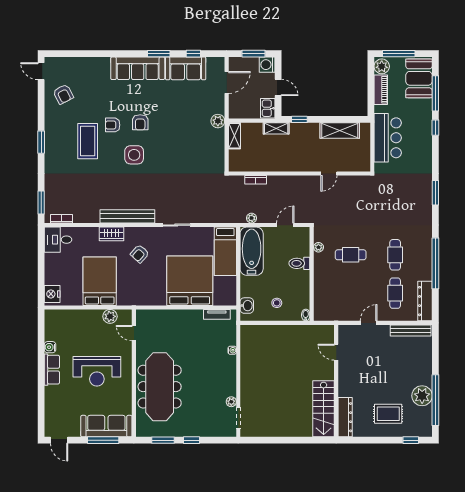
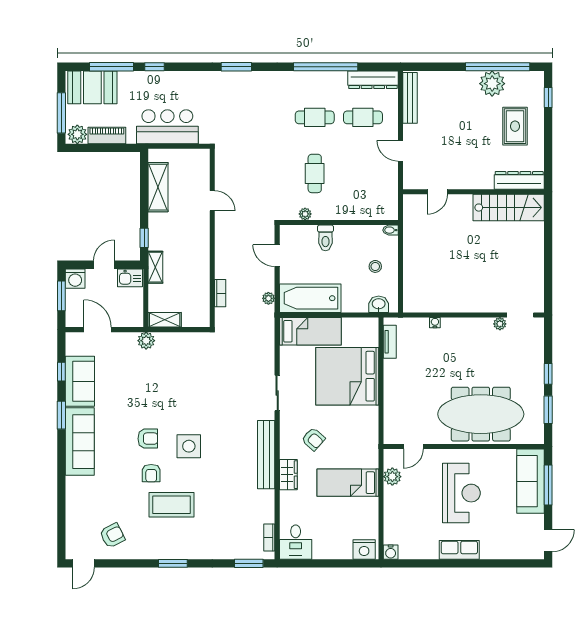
bed: (100, 281) -> (348, 483), width x0.67
water cooler: (50, 347) -> (391, 552), moved

